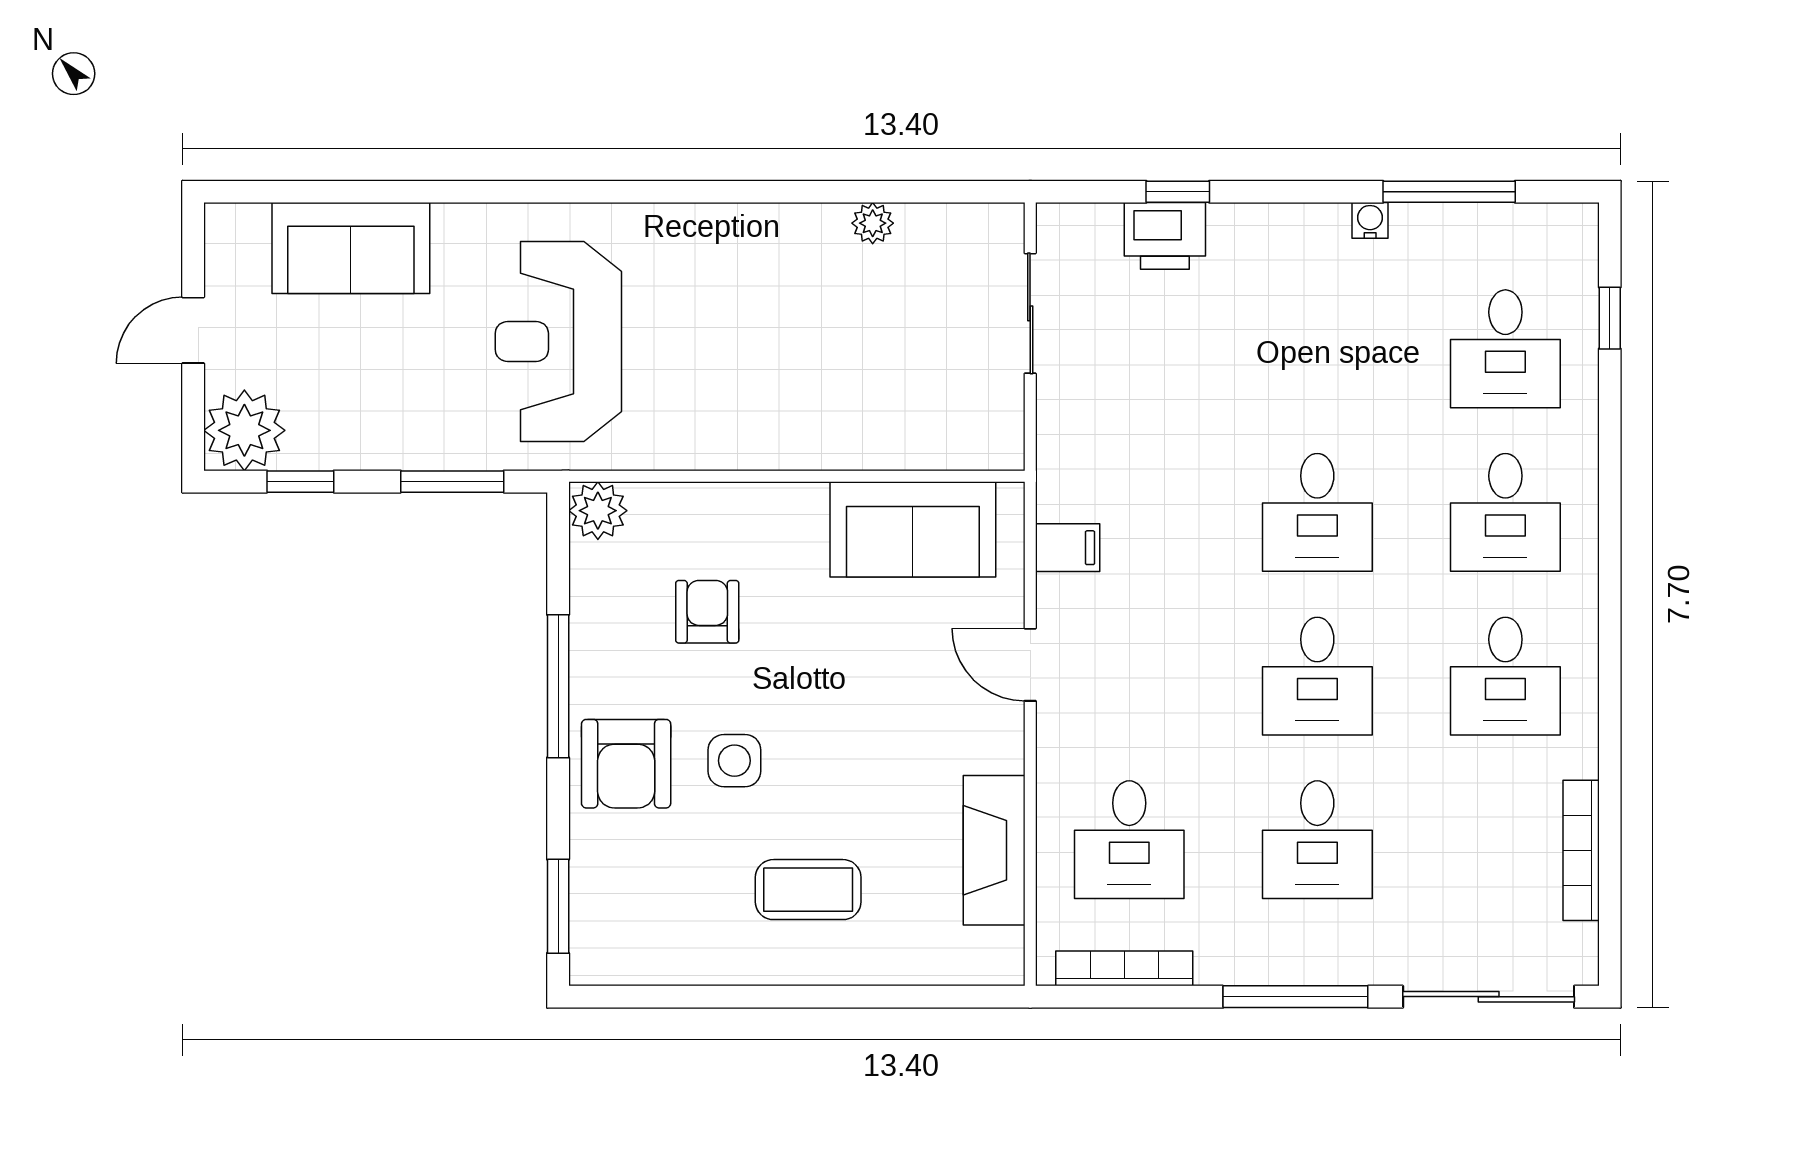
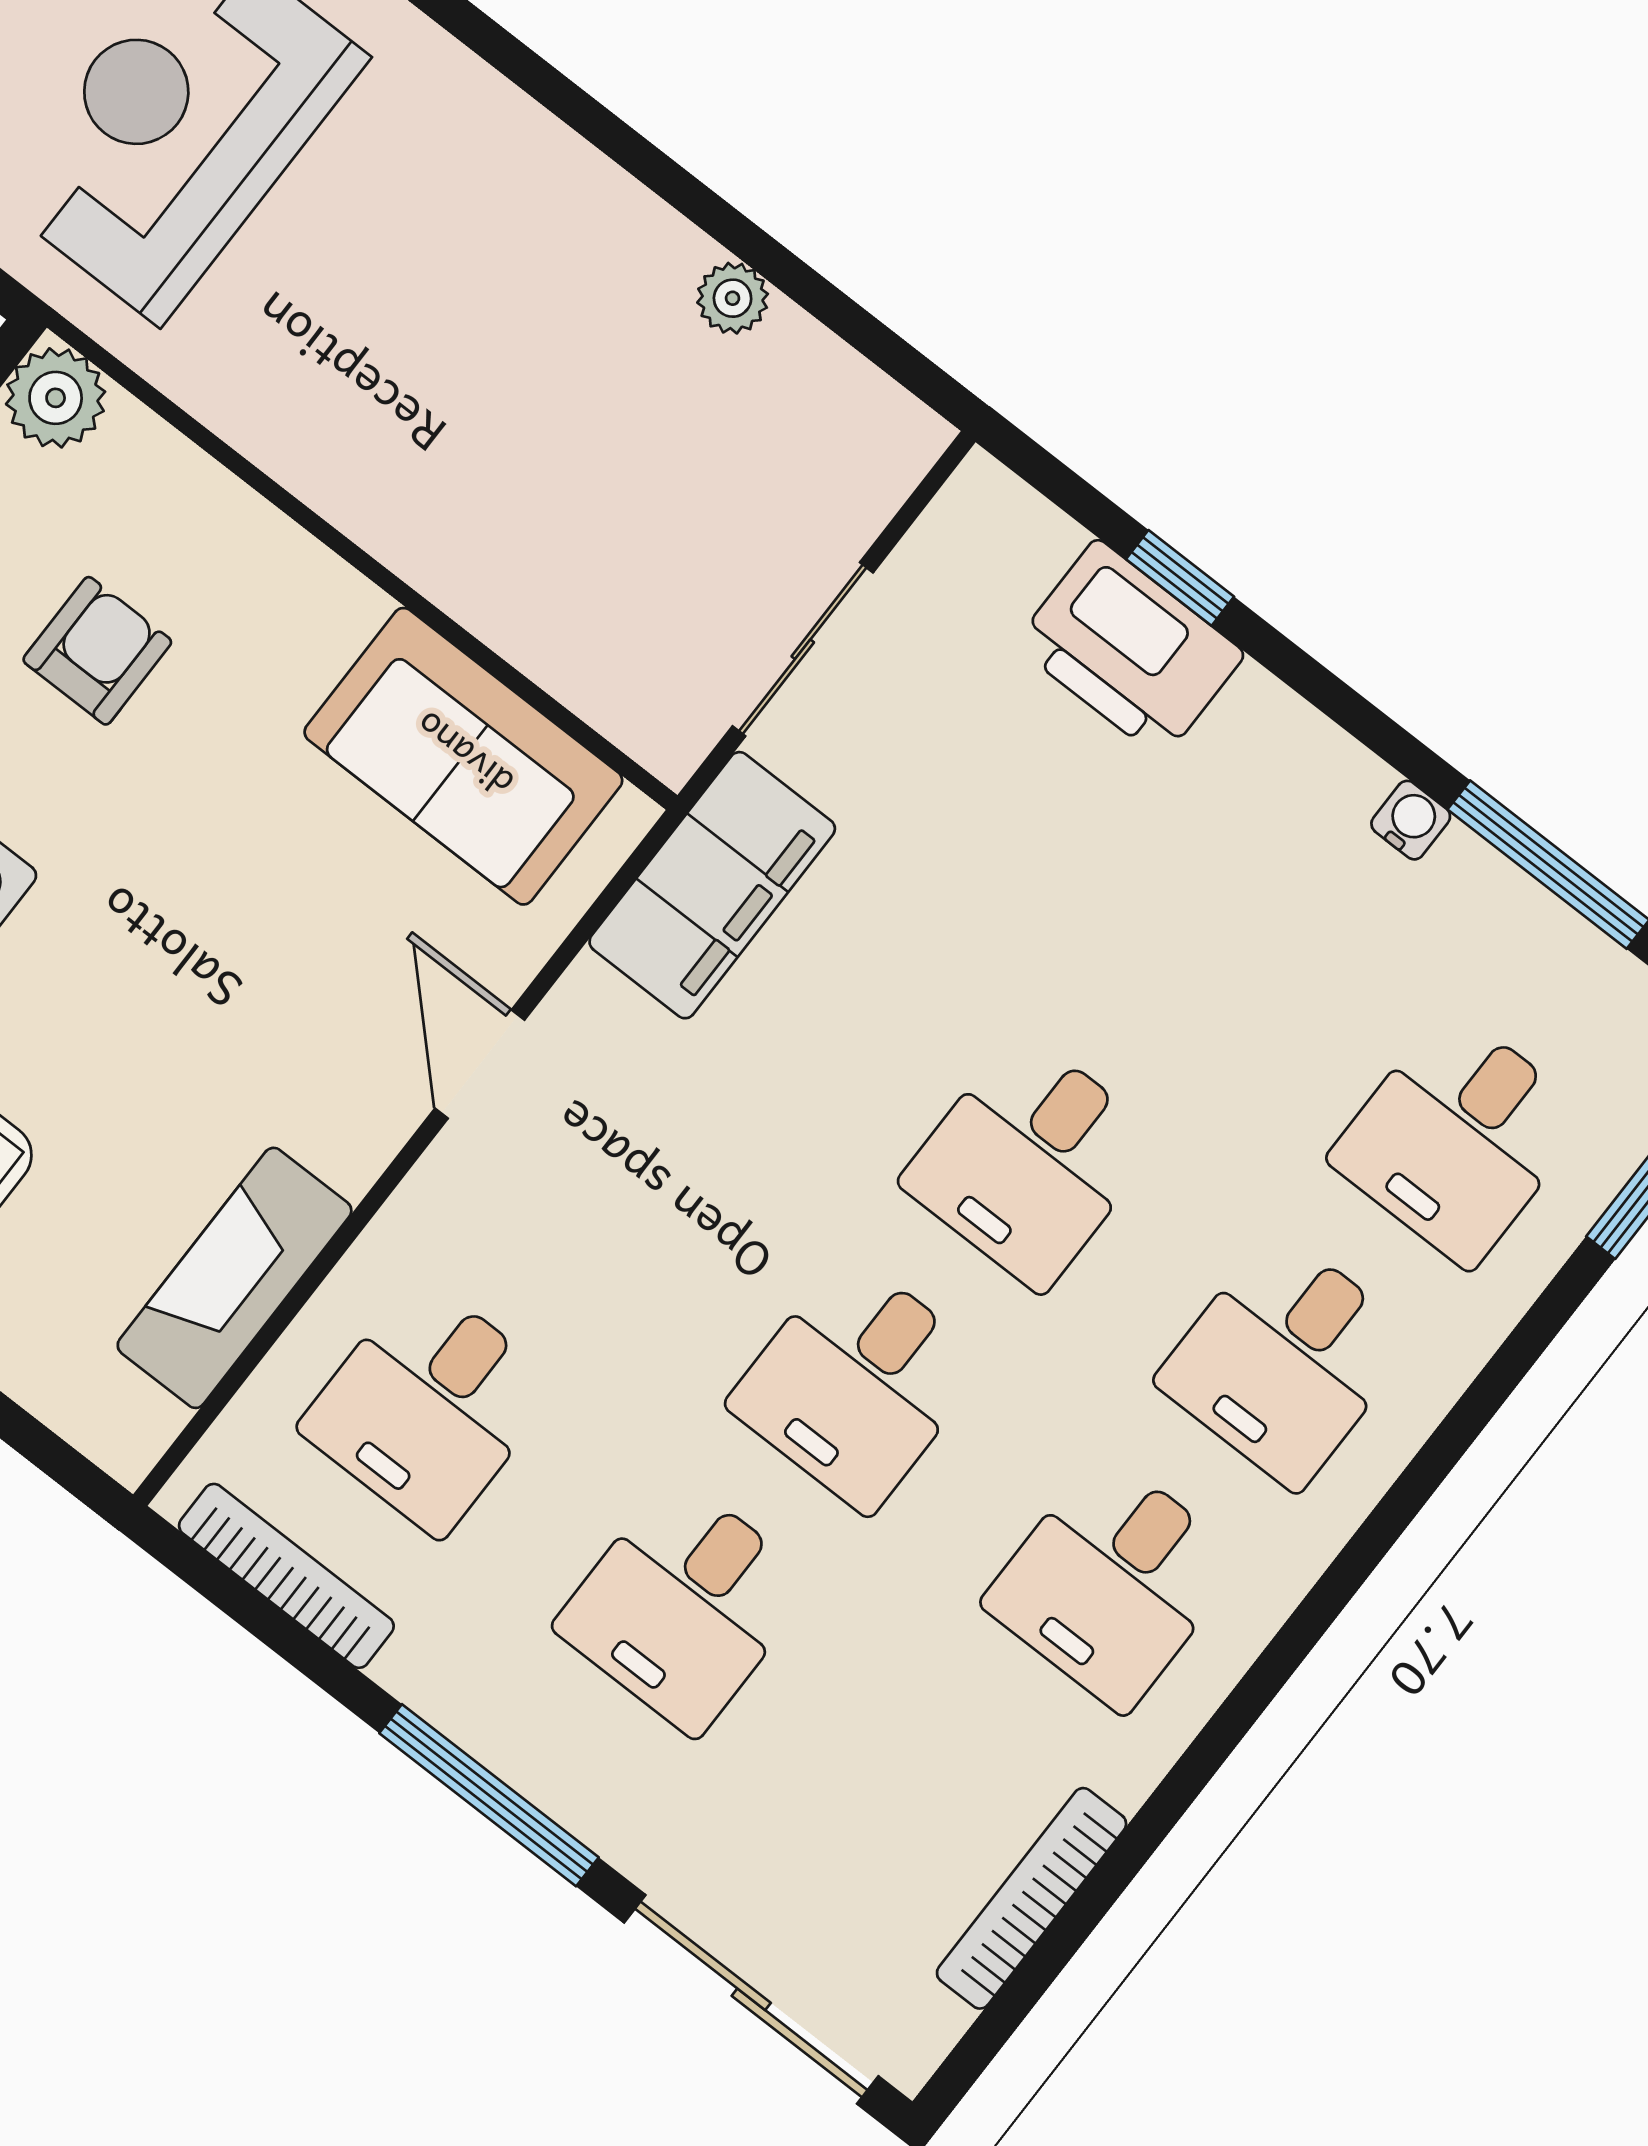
printer: (1165, 236) -> (1129, 649), width x1.37, depth x1.19
sliding door: (1030, 313) -> (803, 649), moved
filing cabinet: (1068, 548) -> (712, 885), width x3.00, depth x1.17

